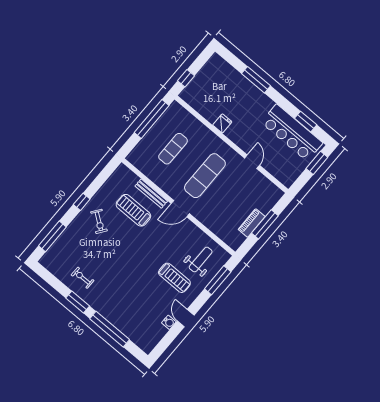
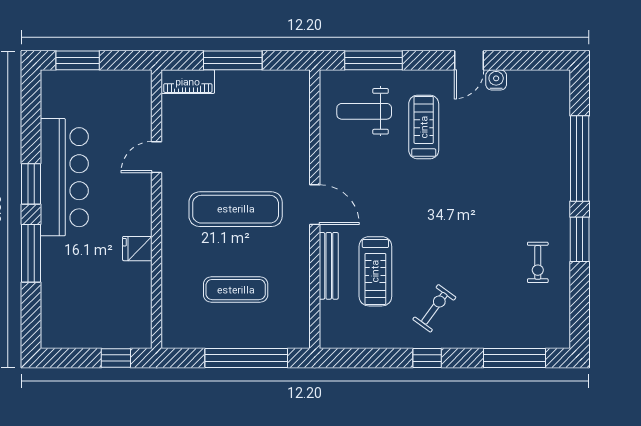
window: (152, 119) -> (246, 358), moved
window: (306, 122) -> (31, 184), moved
bar counter: (292, 133) -> (64, 177), moved
piano: (252, 223) -> (188, 82), moved

